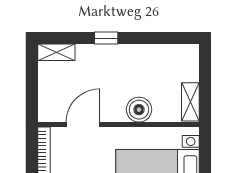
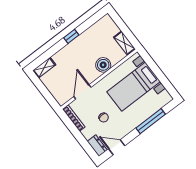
window: (106, 38) -> (71, 36), moved

